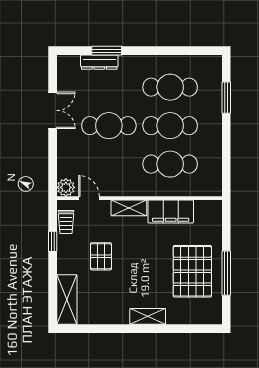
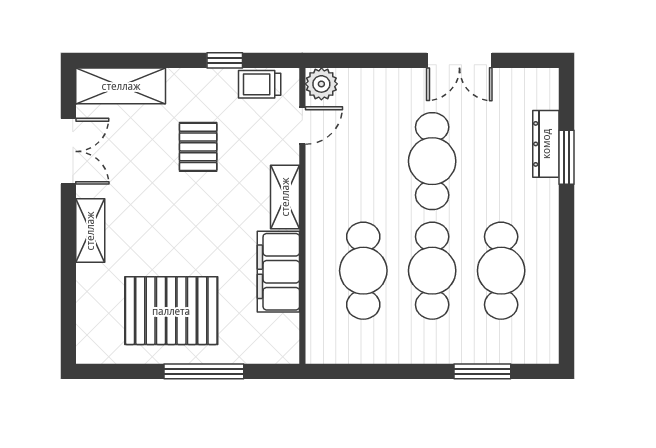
pallet: (101, 256) -> (198, 147), turned 90
window: (226, 273) -> (204, 371), moved
double door: (103, 329) -> (68, 151), added

